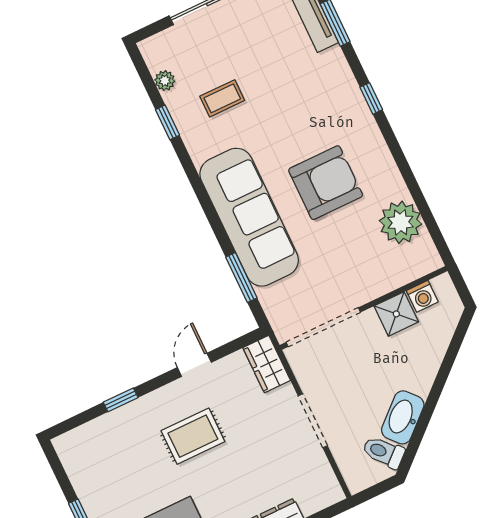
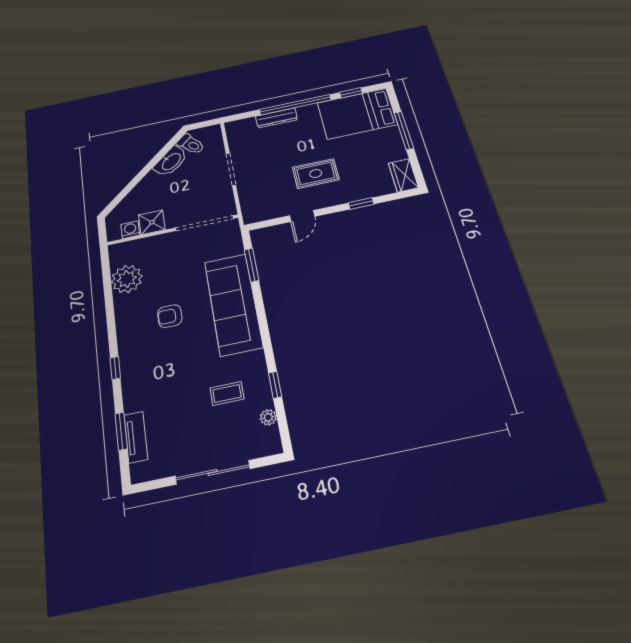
armchair: (326, 183) -> (170, 316), width x0.53, depth x0.53
wardrobe: (267, 364) -> (403, 175), moved, turned 180

